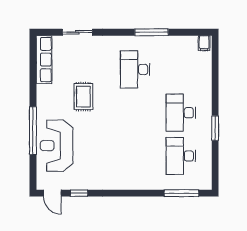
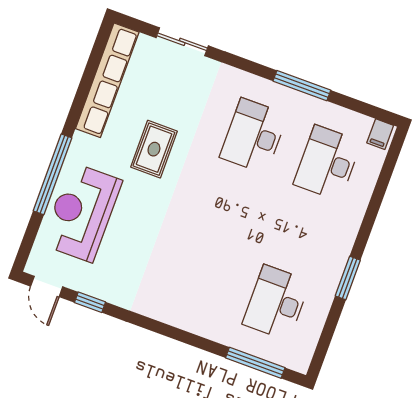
row of seats: (44, 60) -> (107, 80), width x1.36
desk: (181, 113) -> (327, 163), moved

